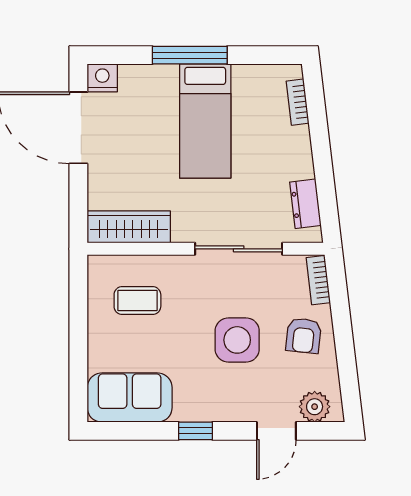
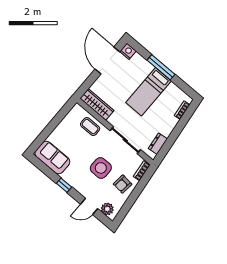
coffee table: (137, 301) -> (90, 126), moved

